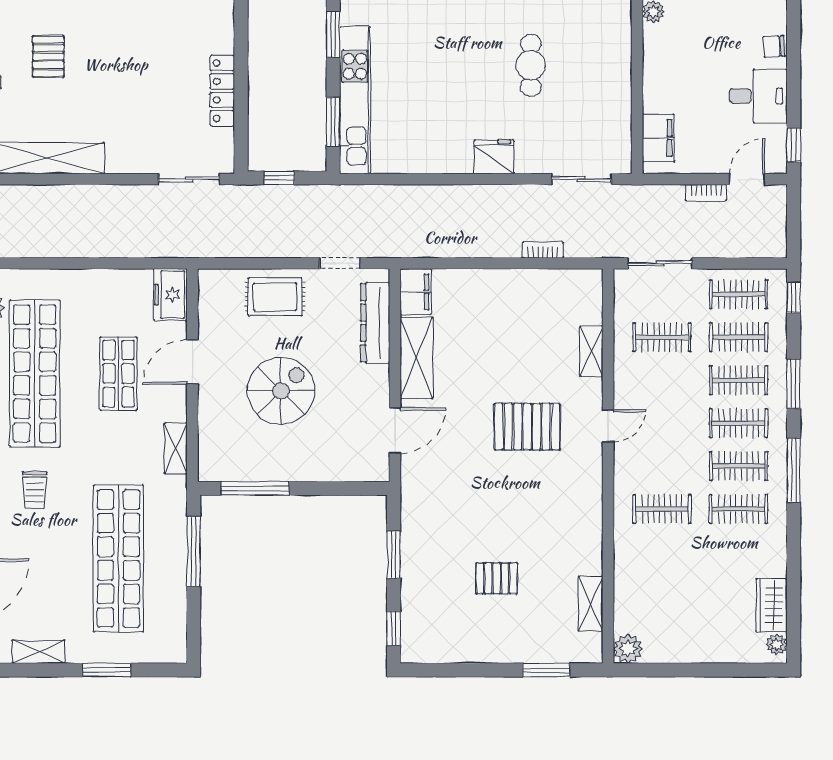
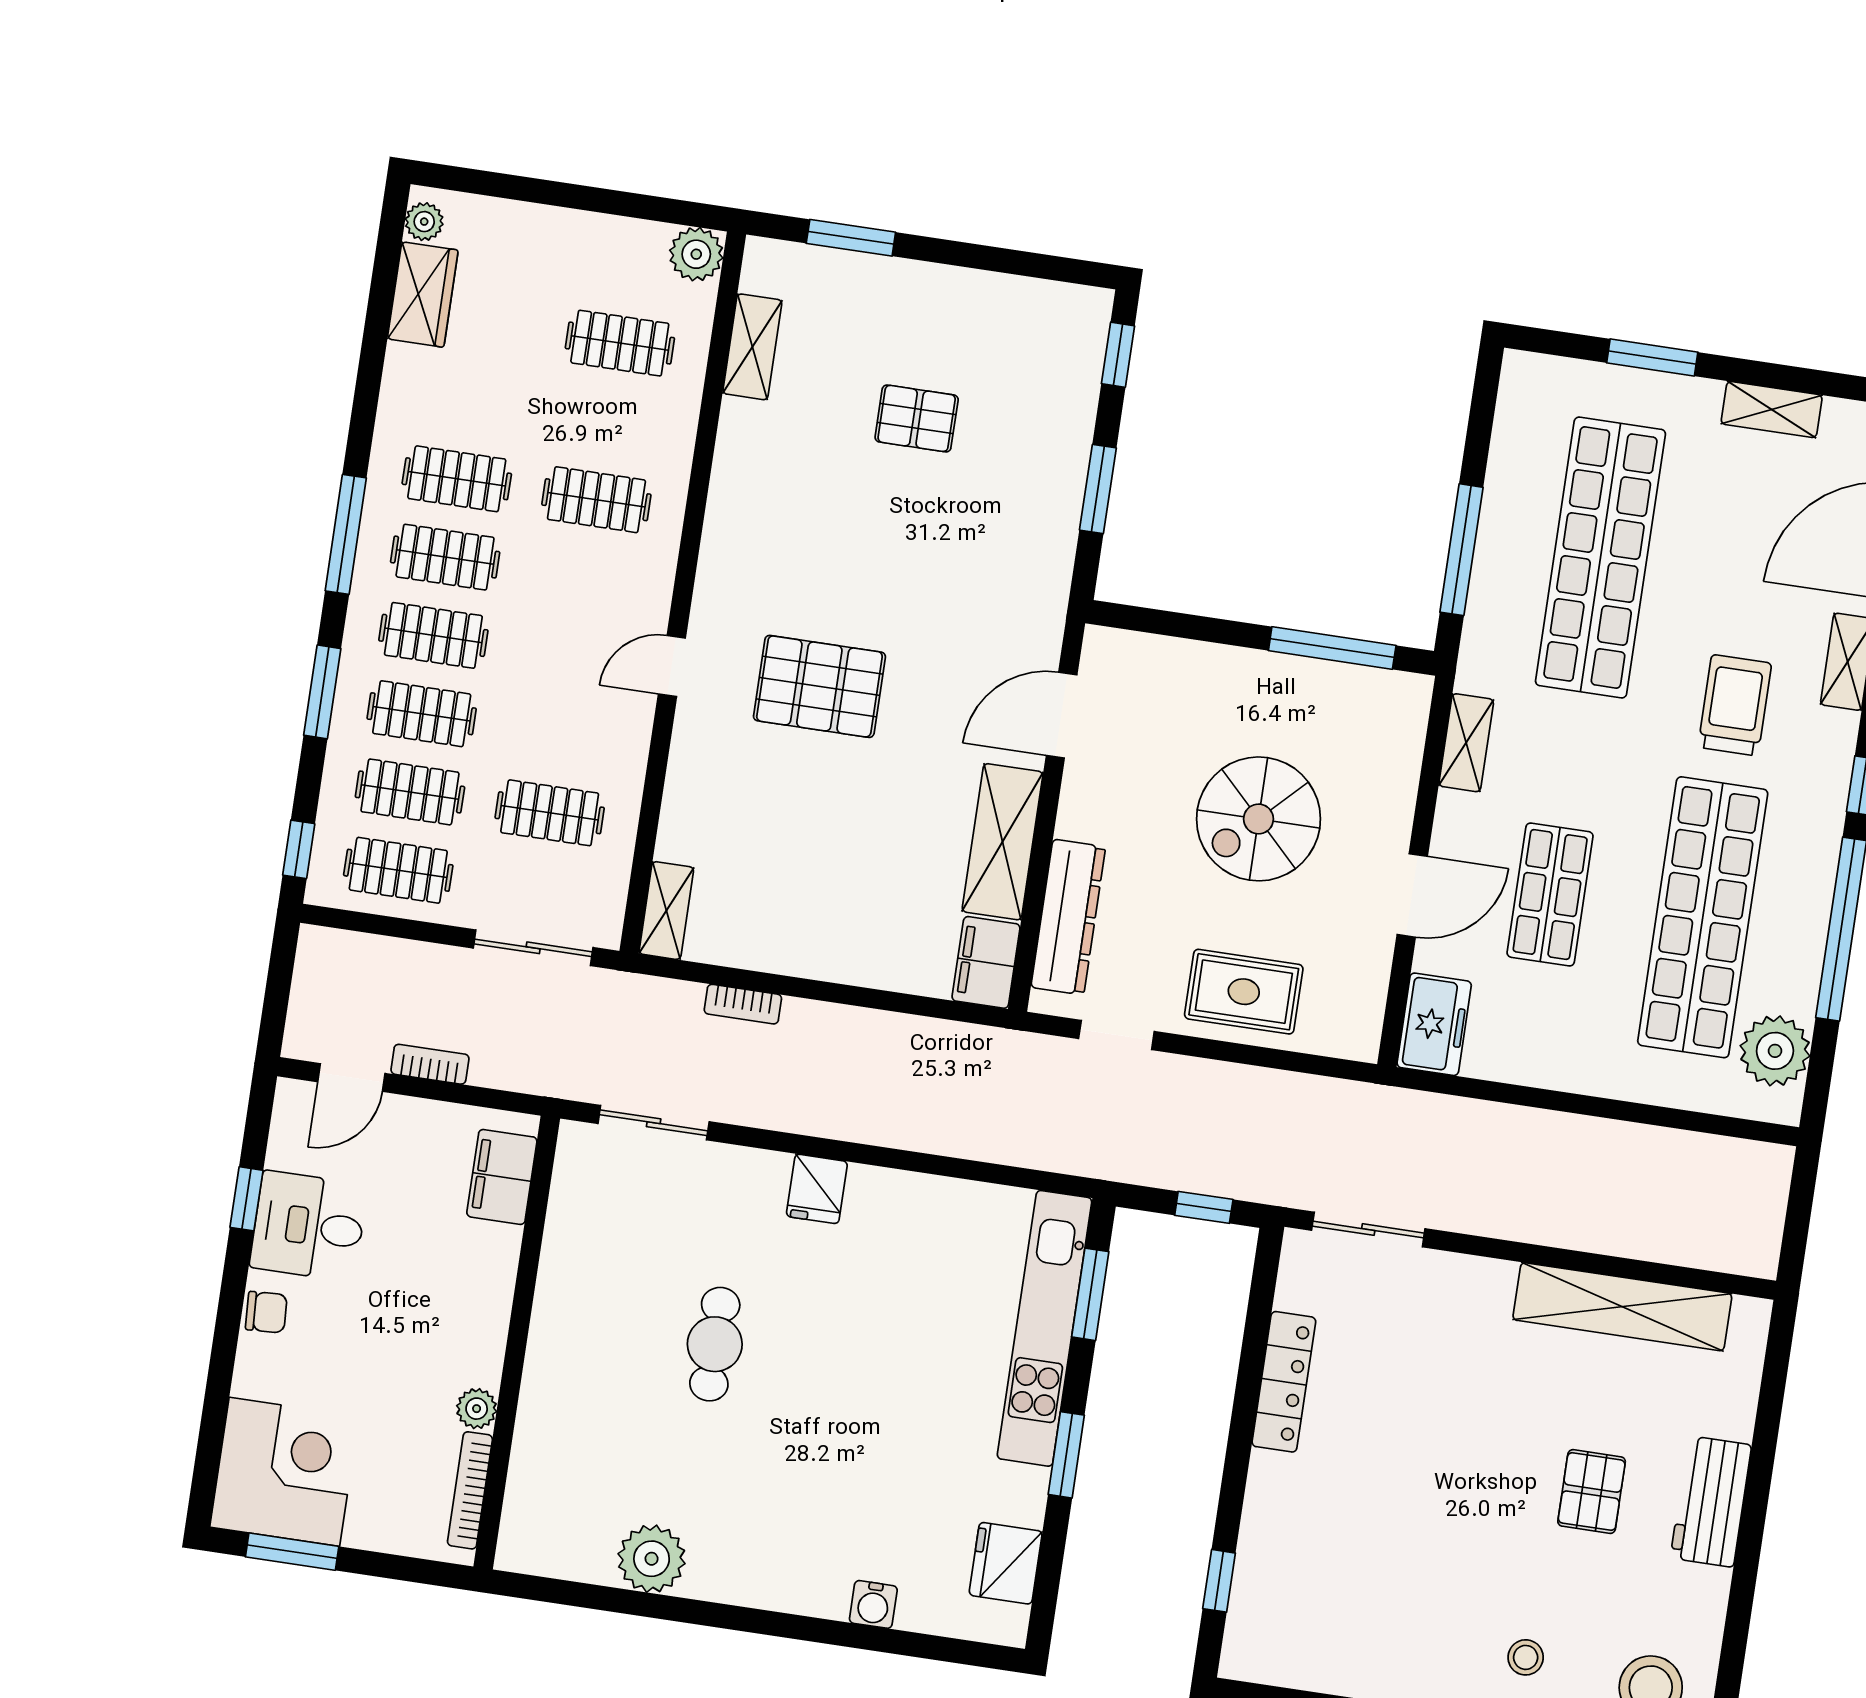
window: (794, 145) -> (247, 1199), moved
fridge: (494, 157) -> (817, 1189), width x0.72
shelving: (591, 351) -> (666, 911), moved
trolley: (35, 490) -> (1735, 705), width x1.36, depth x1.39
clothes rail: (662, 595) -> (620, 343), added

